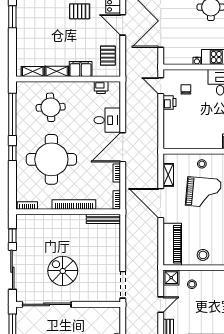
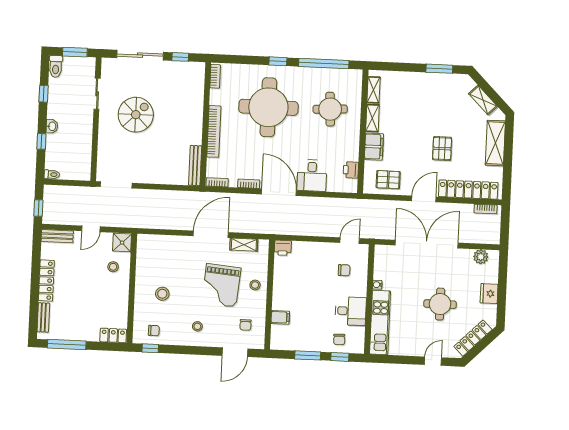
printer: (169, 102) -> (283, 248), moved
piano: (172, 244) -> (162, 246), removed
stool: (203, 255) -> (162, 294), moved
sliding door: (47, 304) -> (97, 94), width x0.54
door: (161, 305) -> (91, 229), hinge flipped

